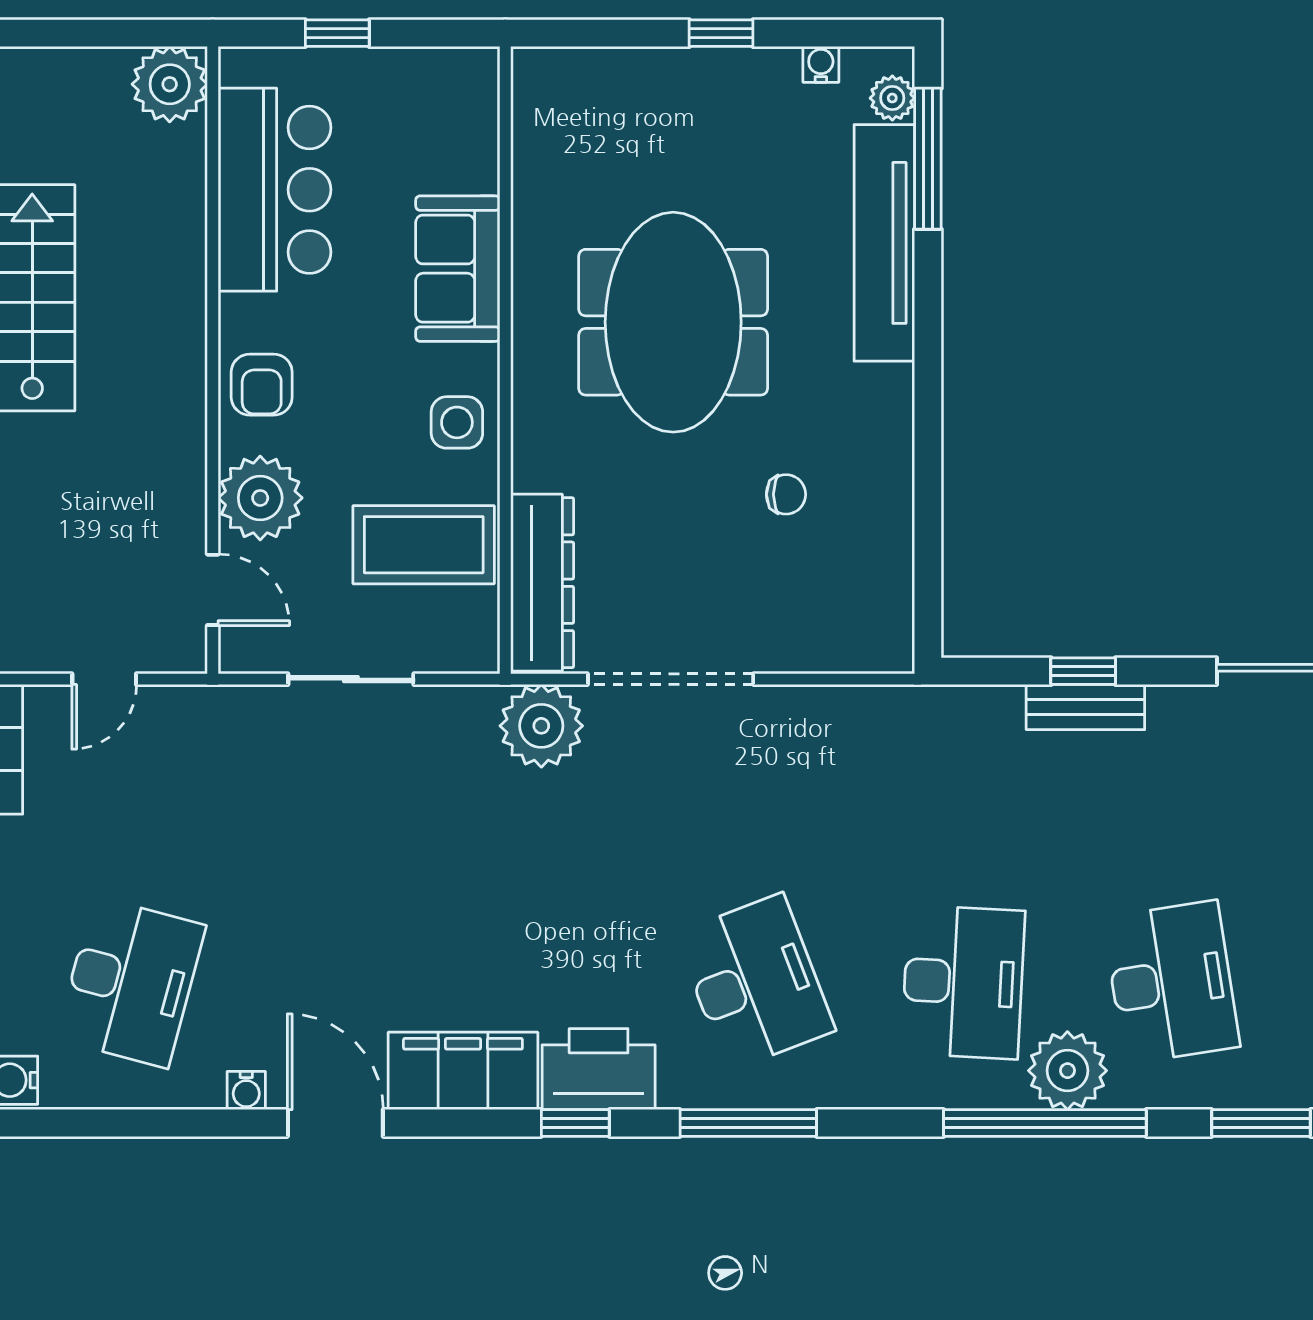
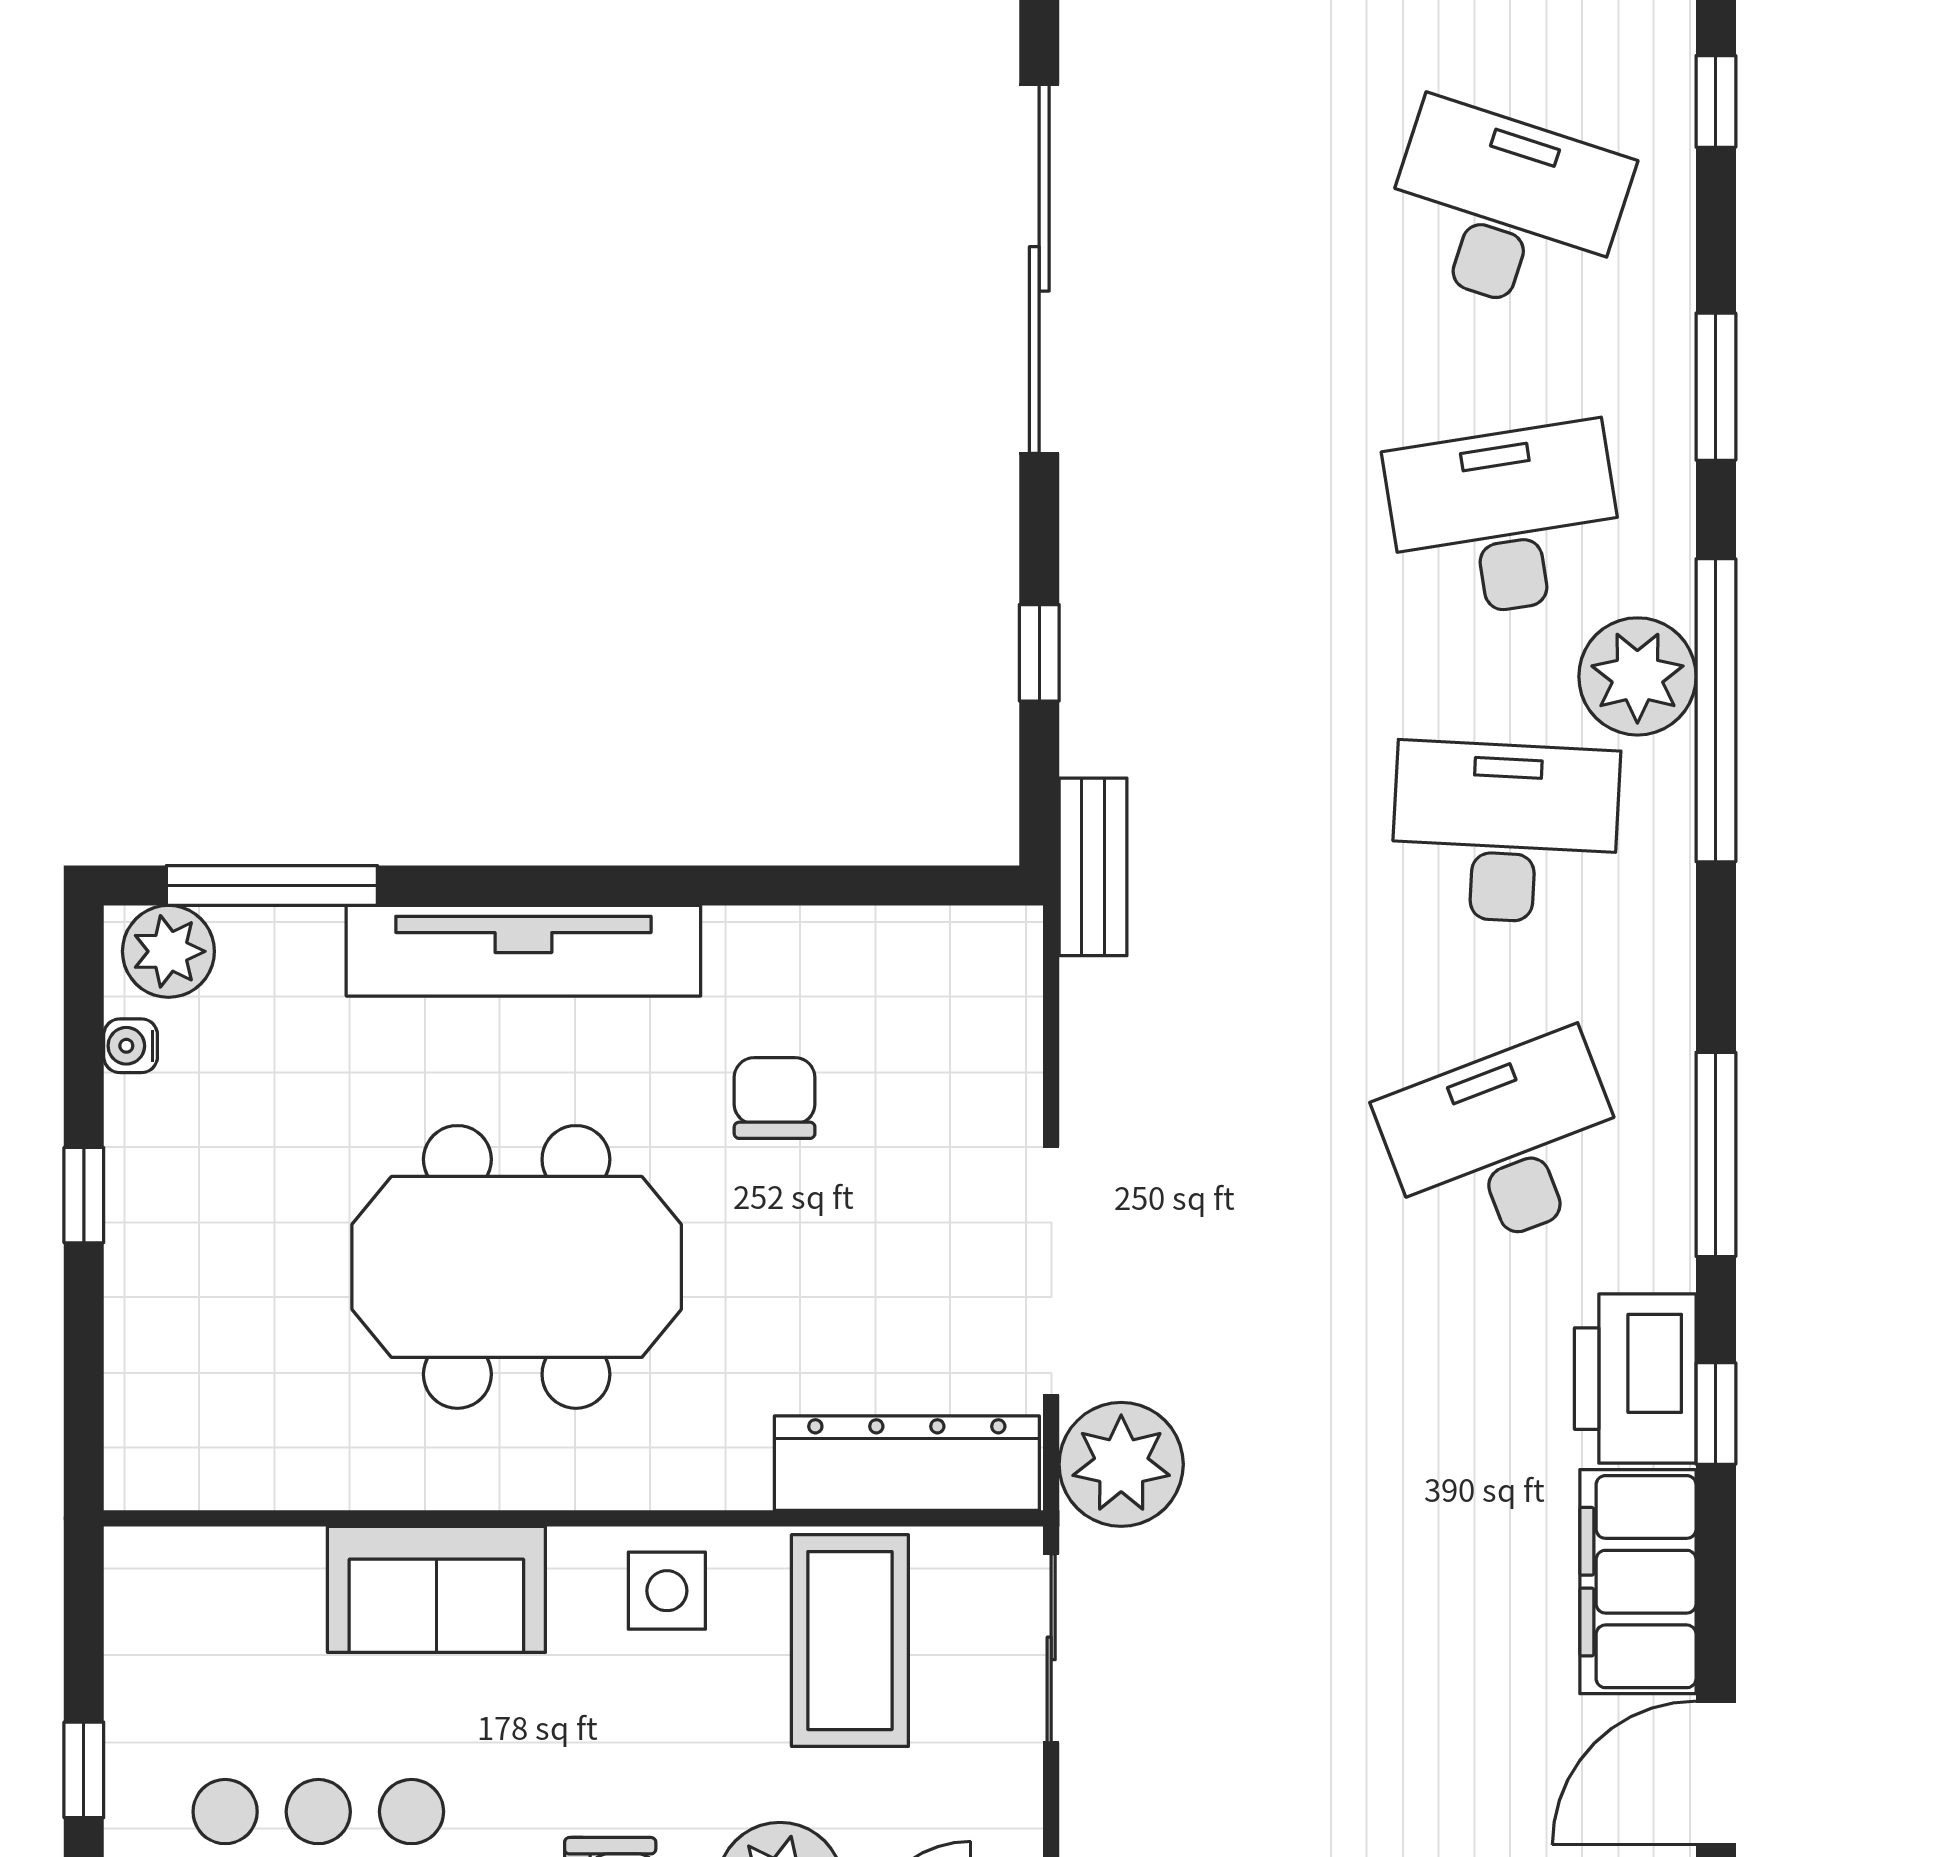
plant: (892, 98) -> (168, 951), width x1.38, depth x1.38
tv unit: (884, 243) -> (523, 951), moved
chair: (786, 494) -> (775, 1098), width x1.37, depth x1.37
sliding door: (351, 679) -> (1051, 1648), moved
bench: (1085, 707) -> (1093, 867), moved

